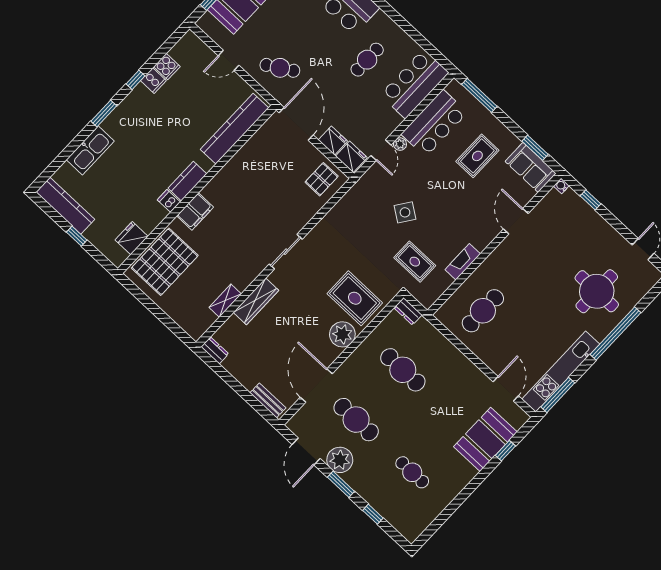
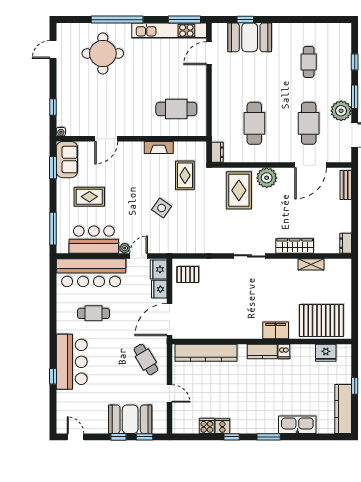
bar counter: (414, 84) -> (91, 273), width x1.36

